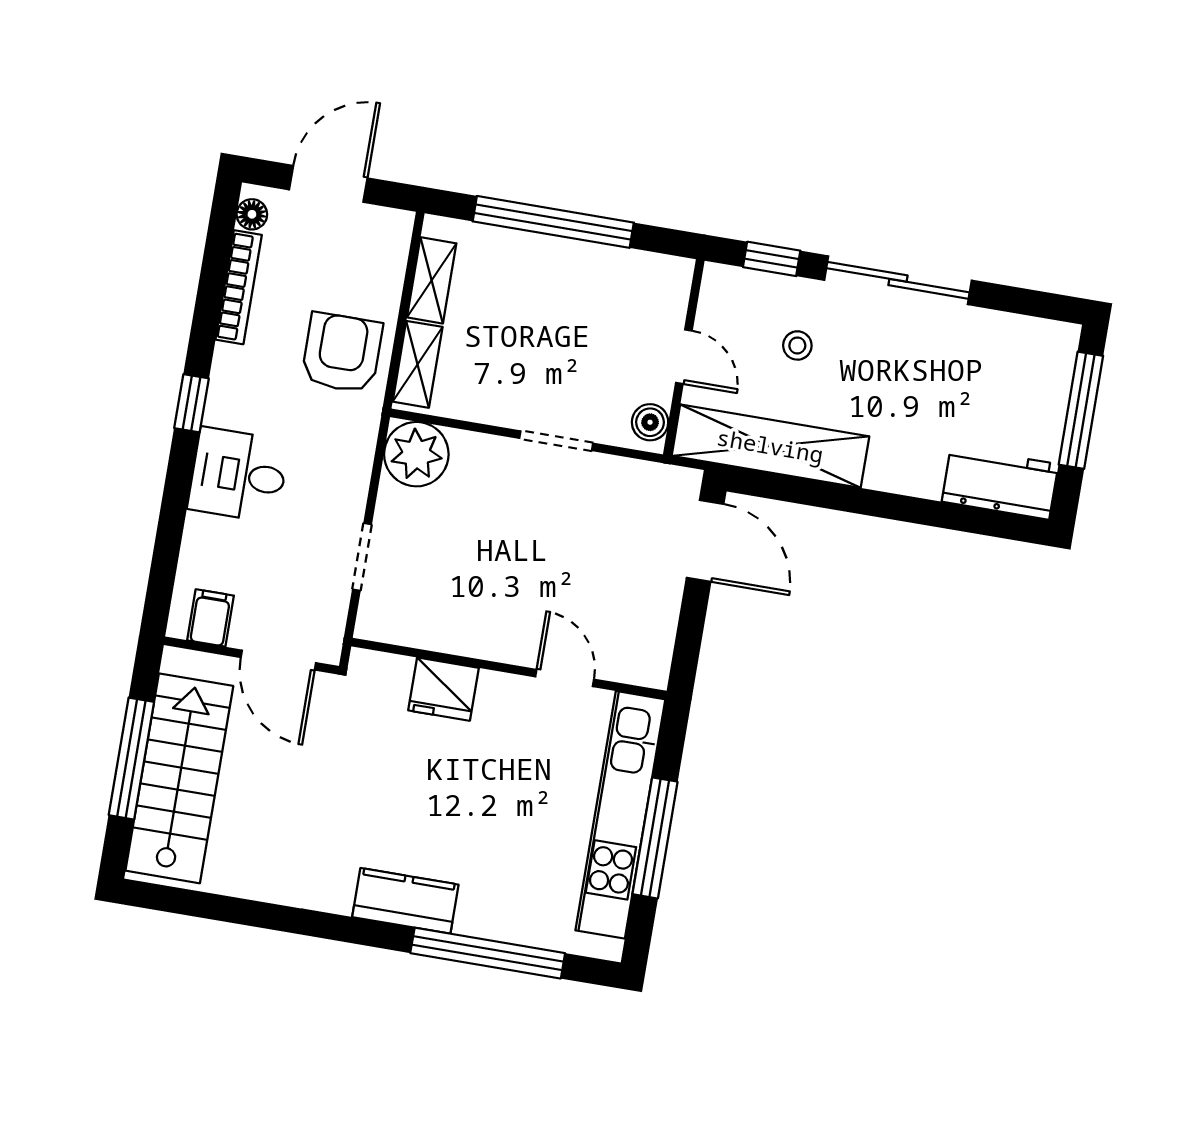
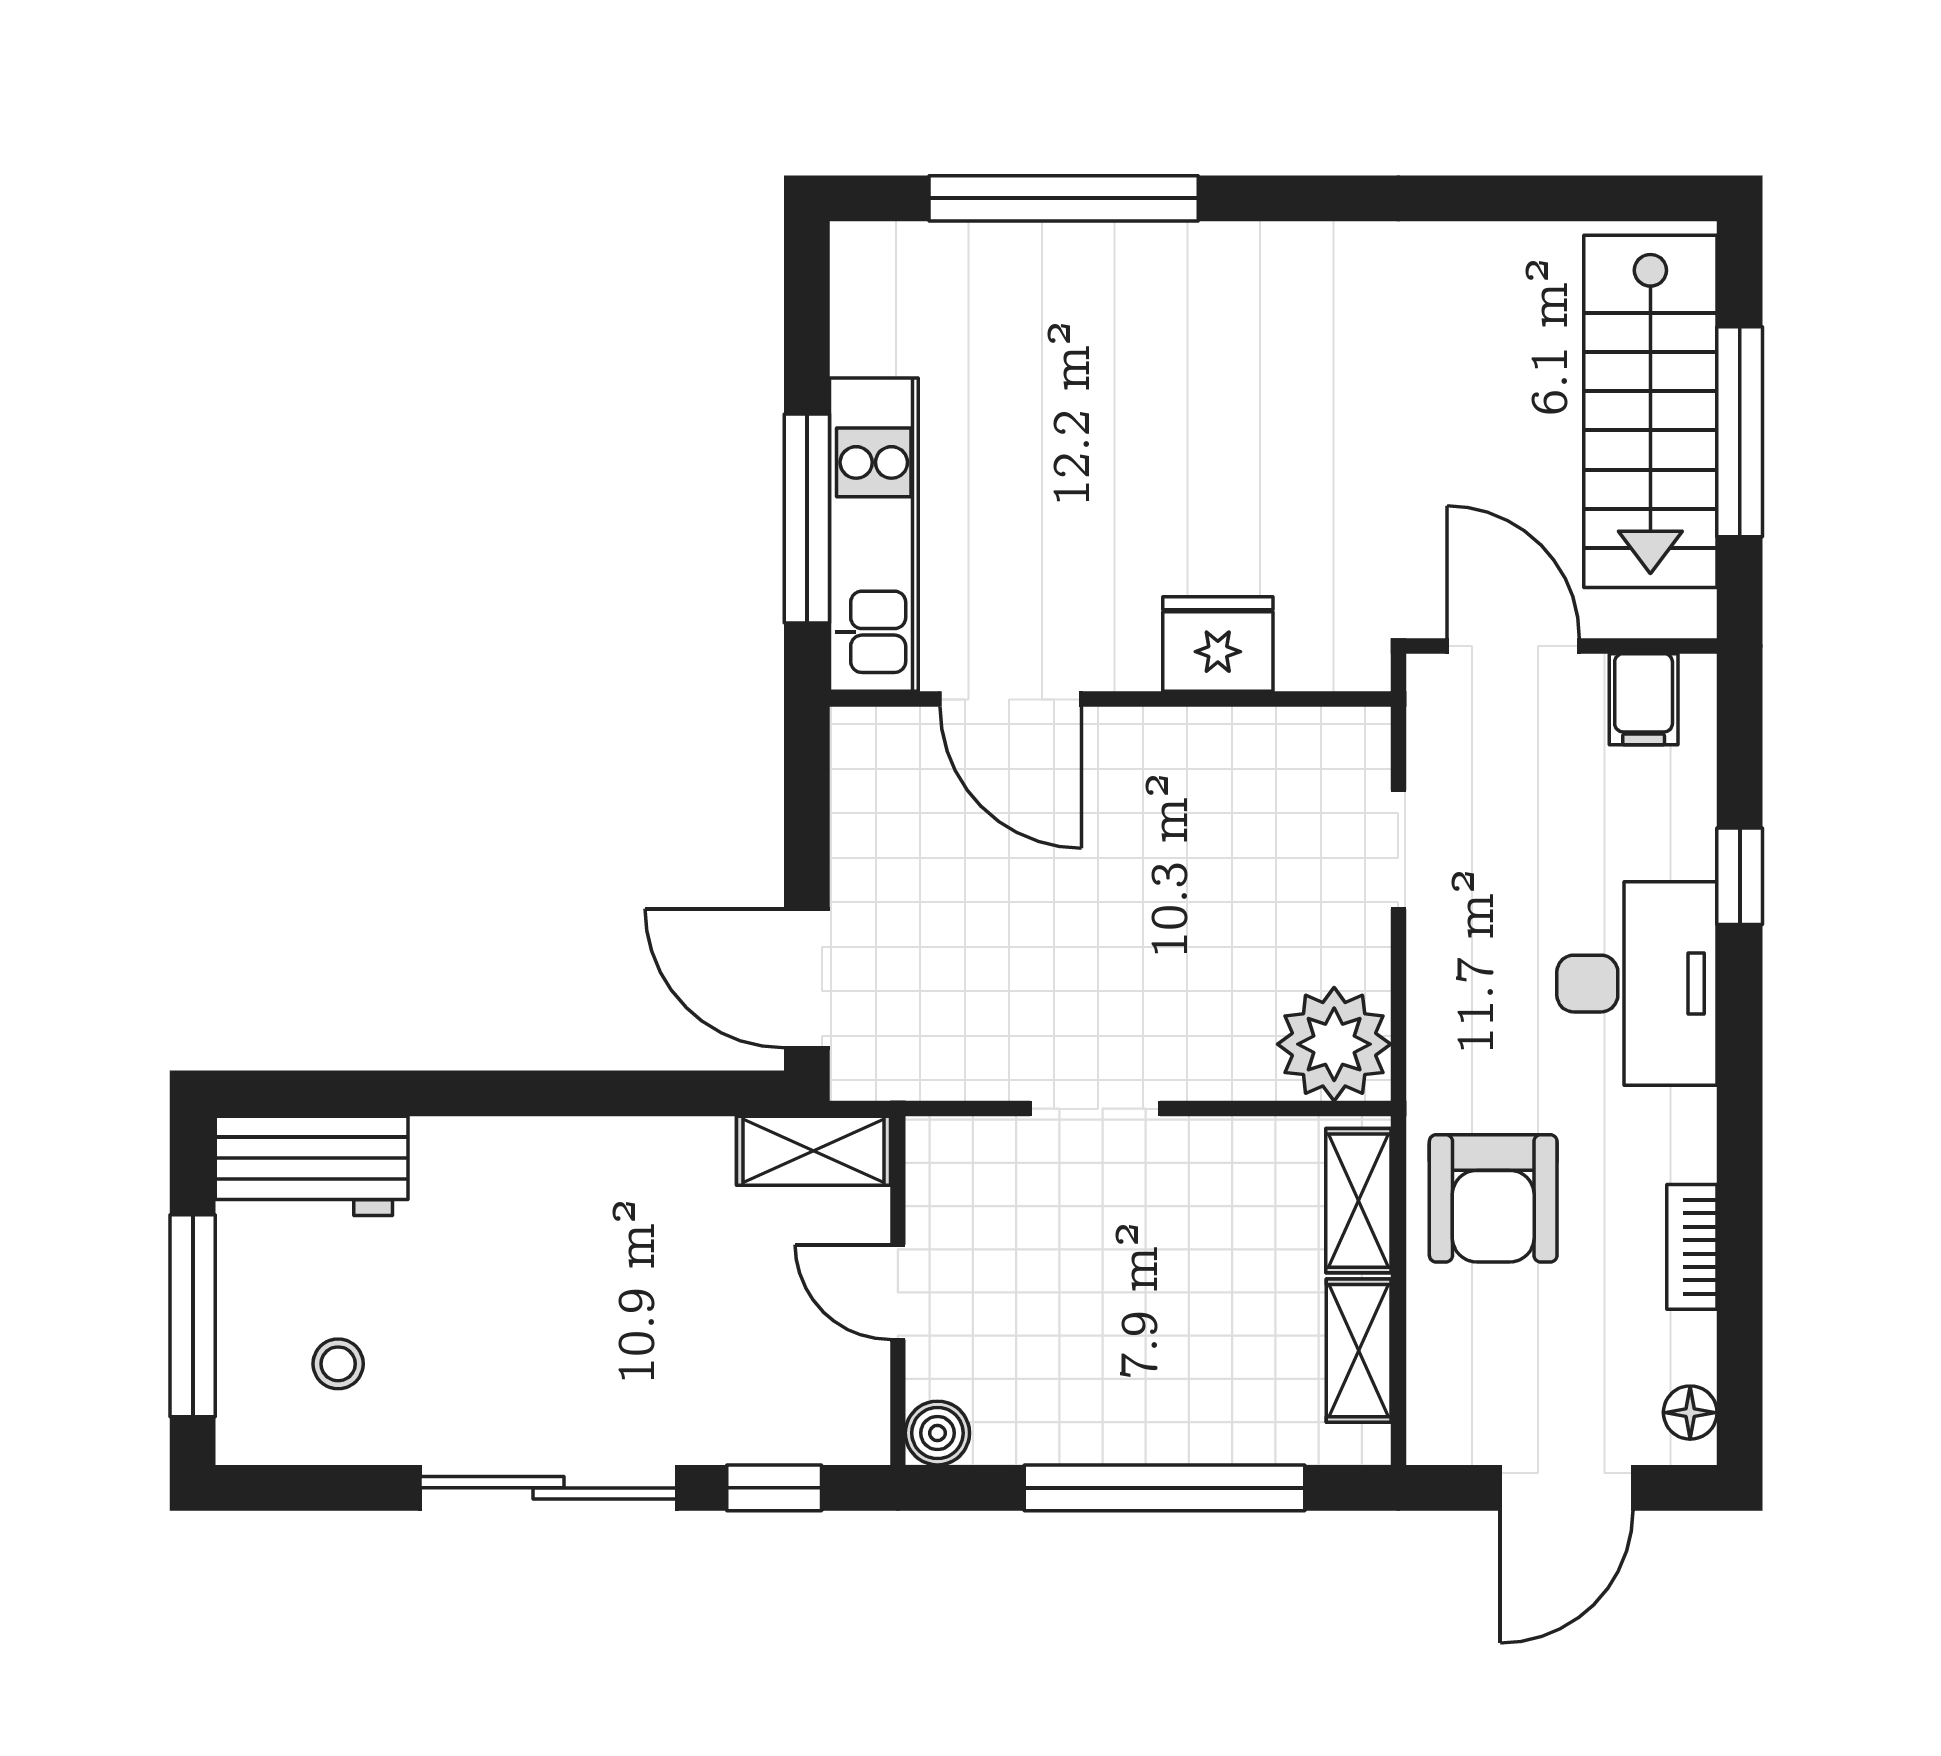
bookcase: (239, 287) -> (1692, 1247), width x0.64
stool: (797, 345) -> (338, 1364), moved
window: (191, 403) -> (1740, 876), moved
boiler: (650, 422) -> (937, 1433), moved
shelving: (770, 446) -> (813, 1151), width x0.45, depth x0.75
desk: (239, 475) -> (1637, 984), width x1.37
door: (565, 678) -> (1011, 699), width x1.38
kitchen unit: (620, 815) -> (874, 535), width x0.73
window: (655, 838) -> (807, 519), moved
kitchen counter: (405, 901) -> (1222, 265), removed

